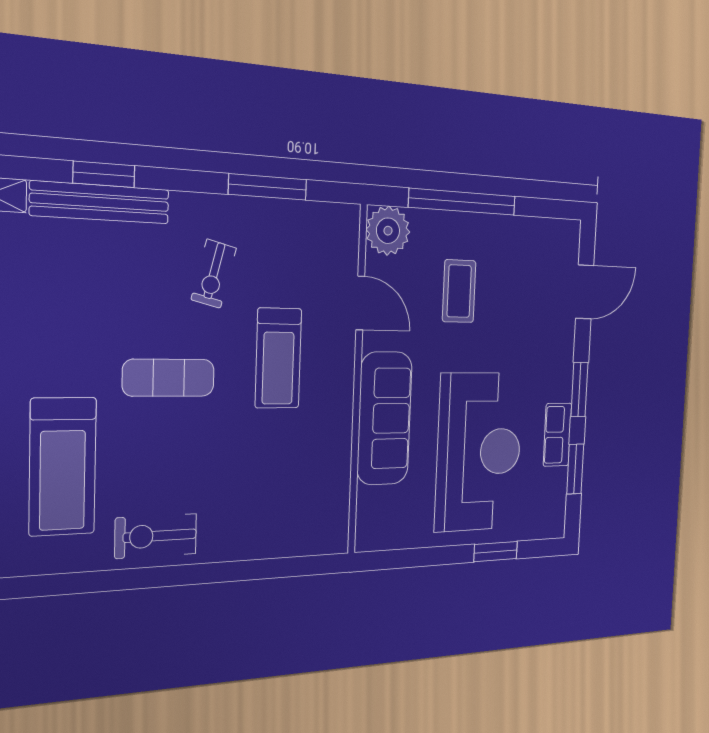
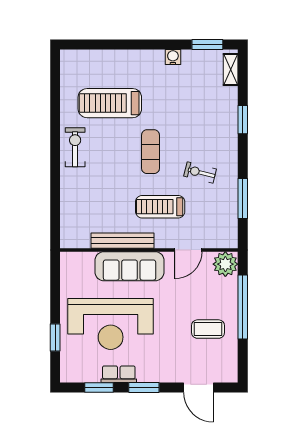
bench: (100, 202) -> (122, 241), moved, turned 90
coffee table: (459, 291) -> (208, 329), moved

